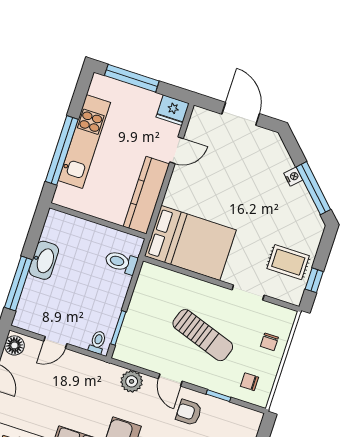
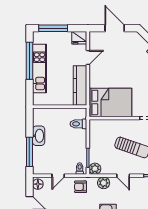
window: (62, 150) -> (29, 61), moved
plant: (124, 351) -> (95, 169), added
armchair: (189, 412) -> (81, 187), moved

